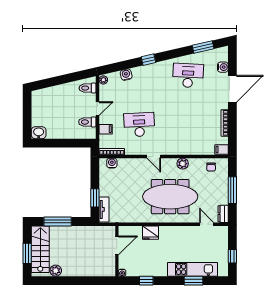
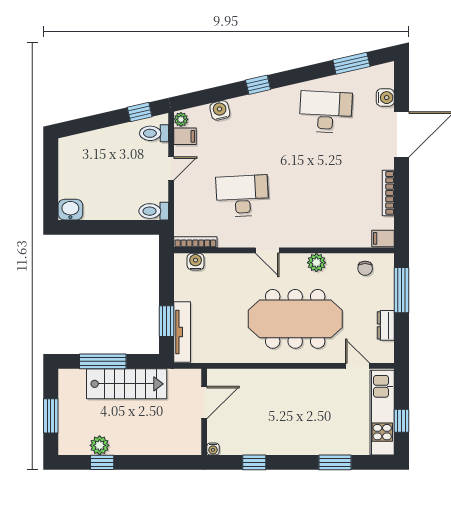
window: (79, 76) -> (140, 112), added
toilet: (87, 122) -> (154, 211), moved
filing cabinet: (106, 129) -> (185, 136), moved
window: (232, 190) -> (402, 290), moved
tv unit: (104, 209) -> (182, 332), width x1.41
dresser: (223, 214) -> (386, 325), moved
fridge: (150, 233) -> (262, 380), removed
stairs: (40, 249) -> (127, 384), moved, turned 90
kitchen unit: (193, 269) -> (382, 413), moved, turned -90
window: (57, 281) -> (102, 462), added

